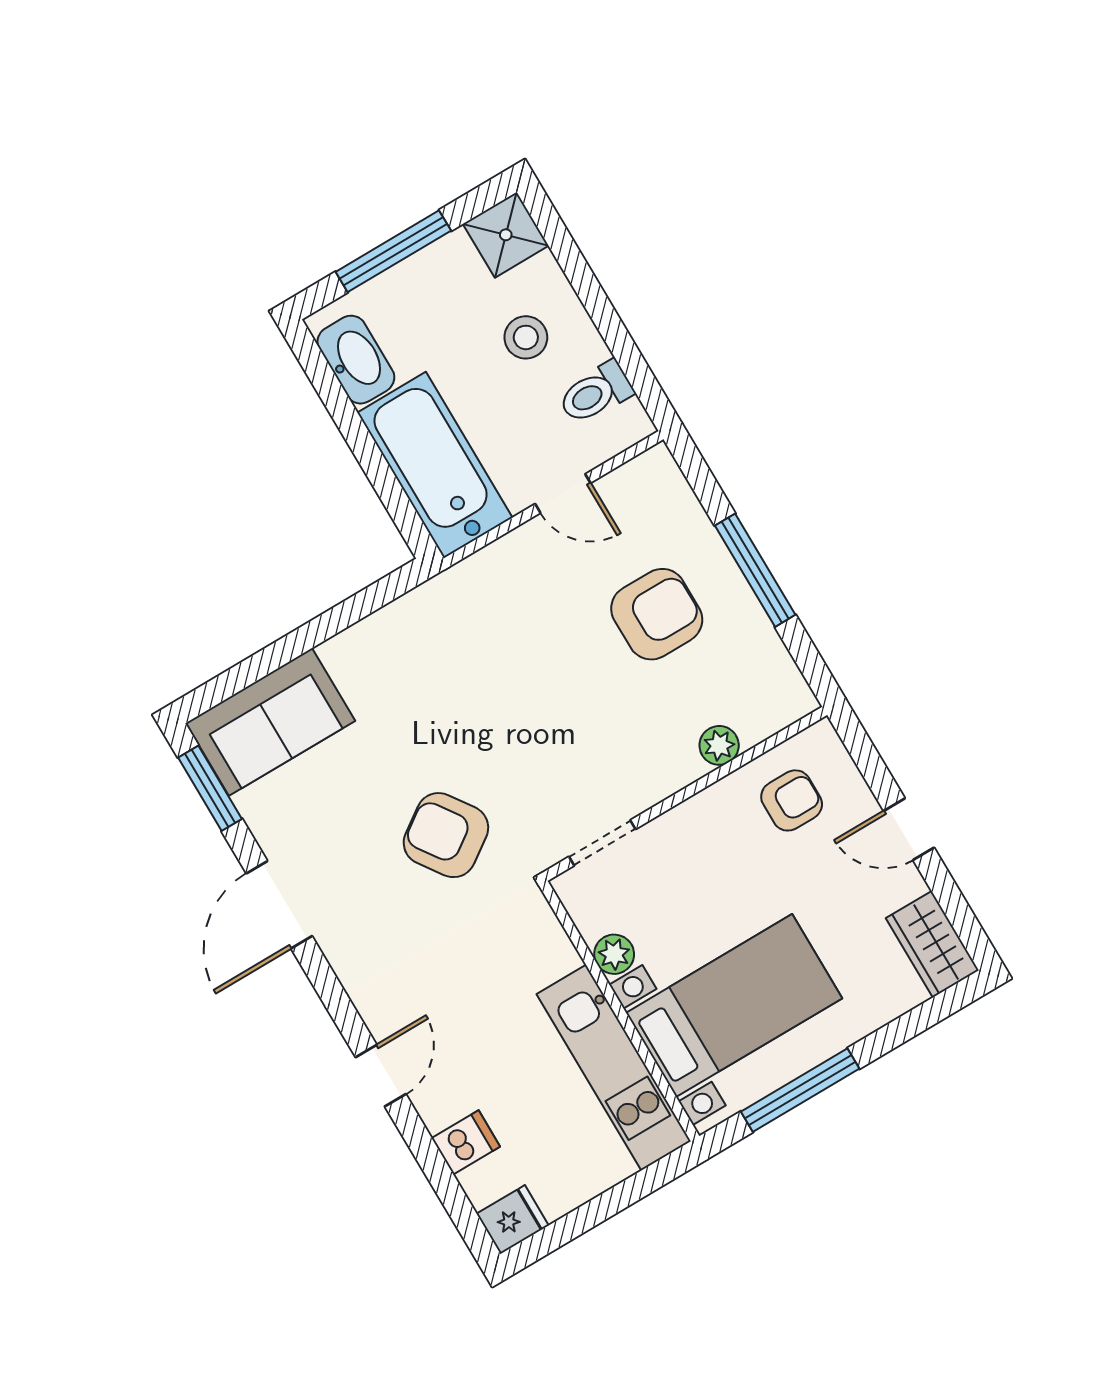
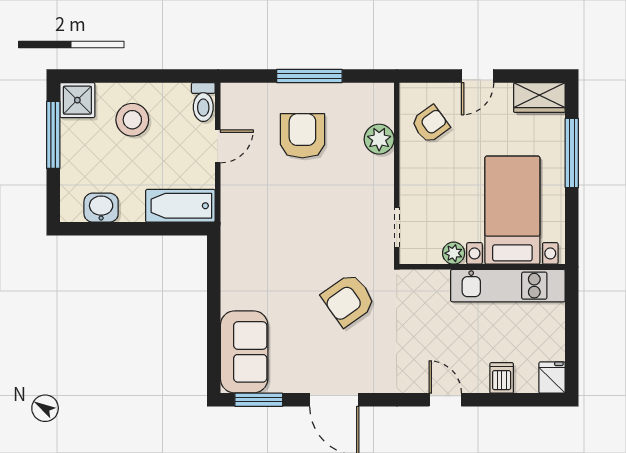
window: (393, 251) -> (53, 135), moved
stool: (526, 337) -> (132, 120), width x1.38, depth x1.38
washbasin: (356, 360) -> (101, 208), width x0.72
toilet: (596, 393) -> (203, 102), moved
bathtub: (435, 465) -> (180, 206), width x0.73, depth x0.73
plant: (719, 745) -> (379, 139), width x1.38, depth x1.38
armchair: (792, 800) -> (430, 124), turned 54
window: (800, 1090) -> (572, 153), moved

